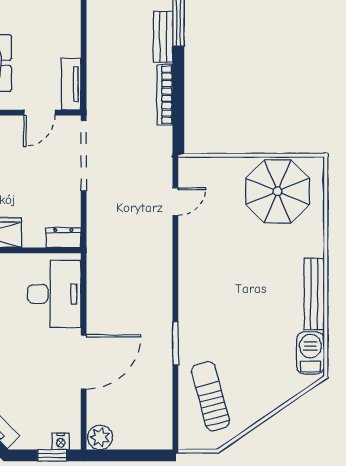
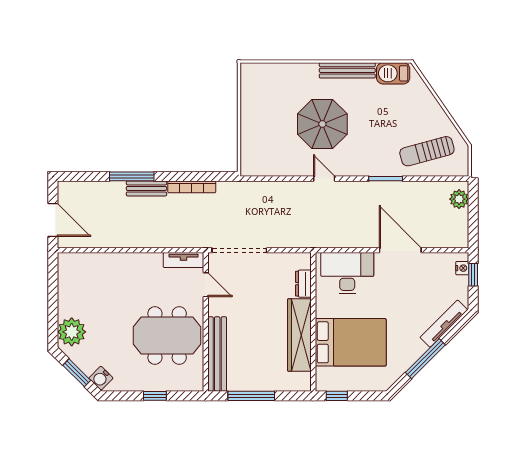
parasol: (277, 191) -> (322, 124), moved
door: (175, 202) -> (324, 179), moved
dresser: (63, 238) -> (303, 284), moved
plant: (100, 437) -> (459, 199), moved

